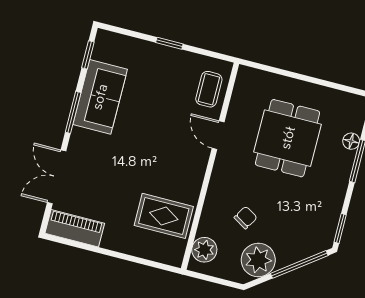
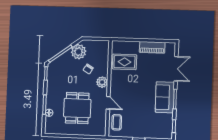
sofa: (100, 97) -> (165, 97), moved
piano: (75, 228) -> (152, 47), moved
plant: (204, 250) -> (102, 82), moved

